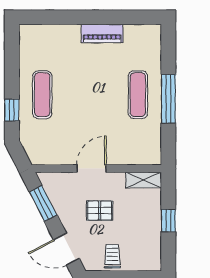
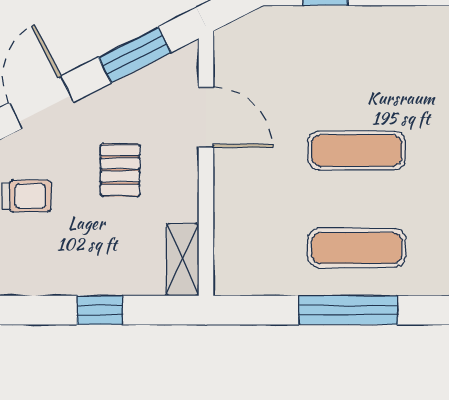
exercise mat: (42, 95) -> (357, 150), moved
door: (92, 169) -> (206, 117), moved

